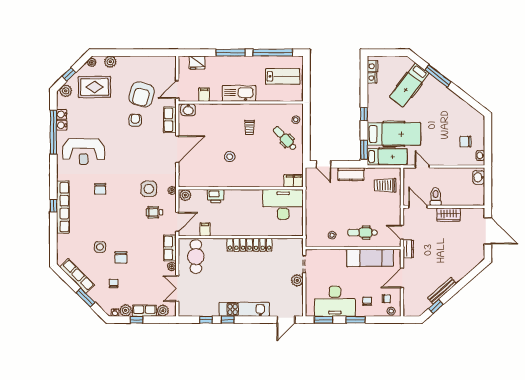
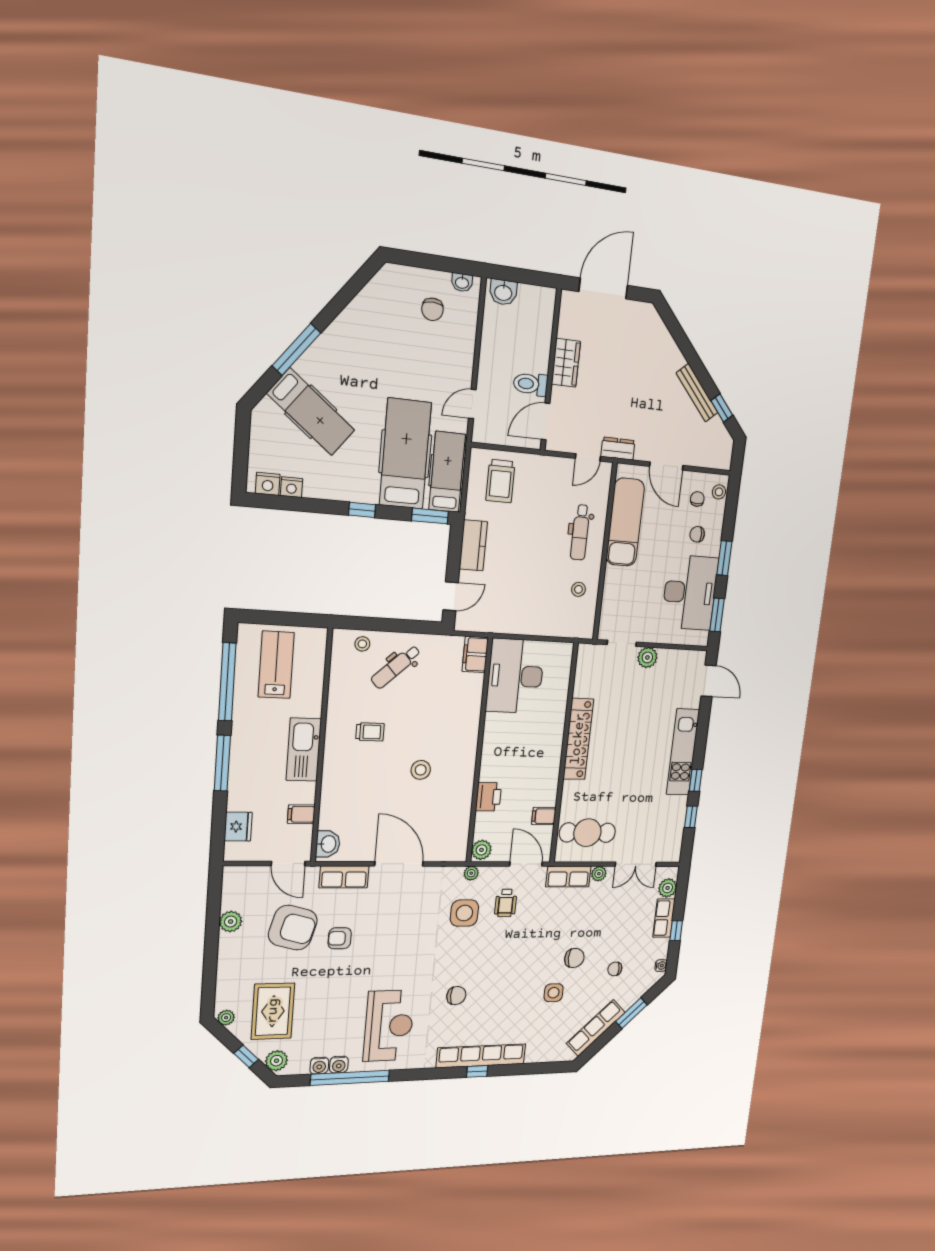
plant: (110, 62) -> (231, 922), moved
plant: (126, 310) -> (659, 949), removed

